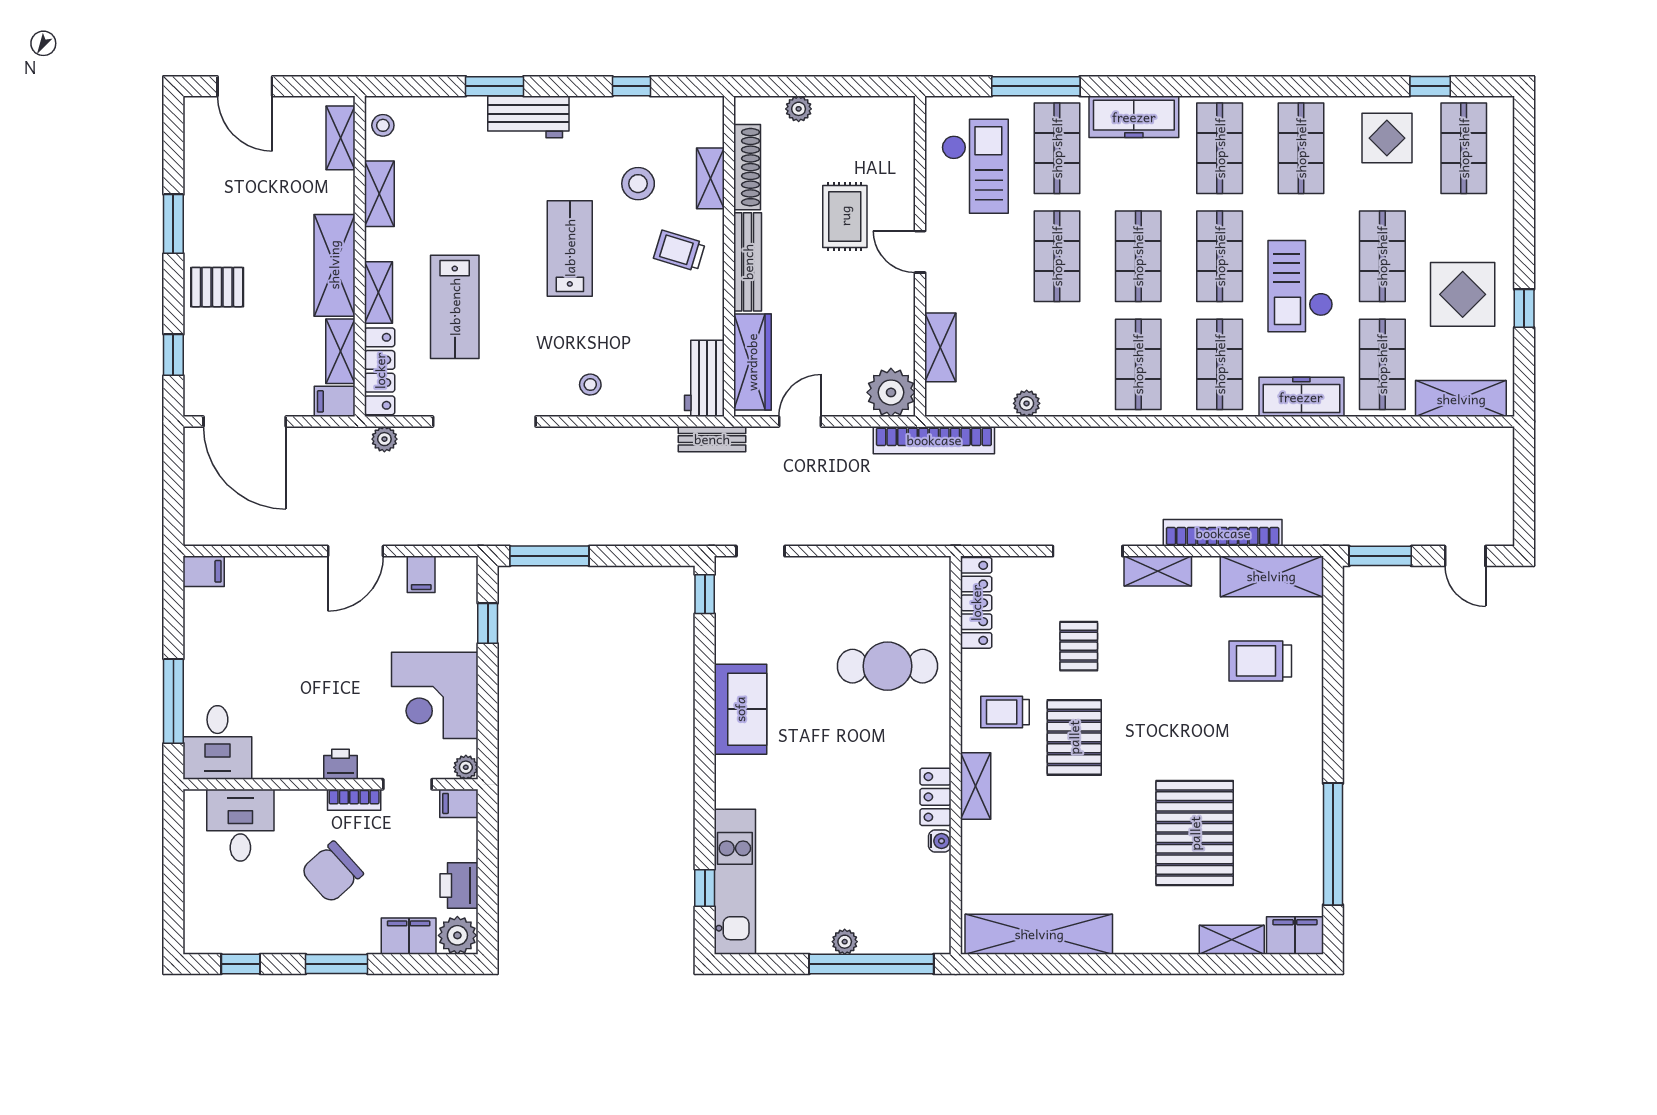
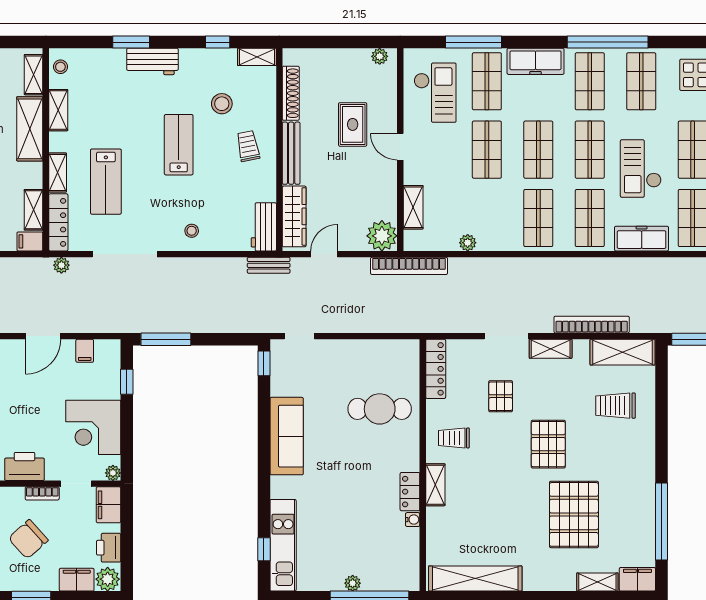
window: (1248, 86) -> (608, 42), added
plant: (799, 109) -> (380, 56), moved
shelving: (710, 178) -> (257, 57), moved, turned 90
trolley: (679, 251) -> (248, 146), turned 62
shelving: (334, 265) -> (30, 129), moved
sofa: (740, 709) -> (287, 436), width x1.36
pallet: (1074, 737) -> (548, 444), moved
printer: (341, 764) -> (25, 466), width x1.87, depth x1.48
filing cabinet: (459, 803) -> (108, 505), width x2.00

